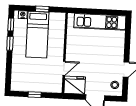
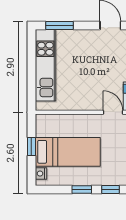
window: (11, 24) -> (110, 190), moved
window: (128, 33) -> (59, 25), added

